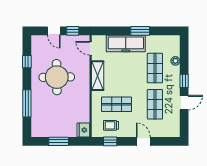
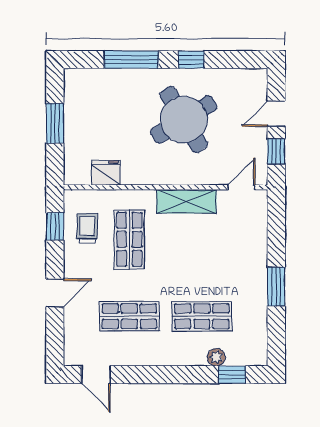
freezer: (126, 44) -> (251, 258), removed
window: (27, 62) -> (191, 60), moved
round table: (57, 77) -> (184, 120), turned -30
window: (184, 81) -> (232, 375), moved
door: (184, 103) -> (96, 375), moved
fridge: (83, 130) -> (106, 173), moved

